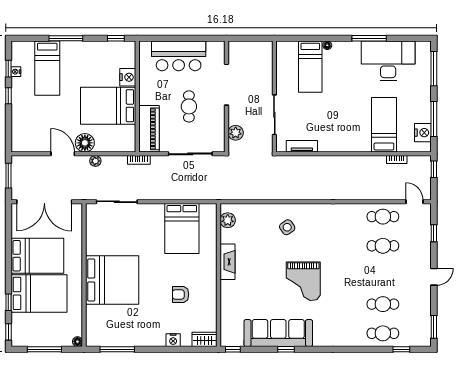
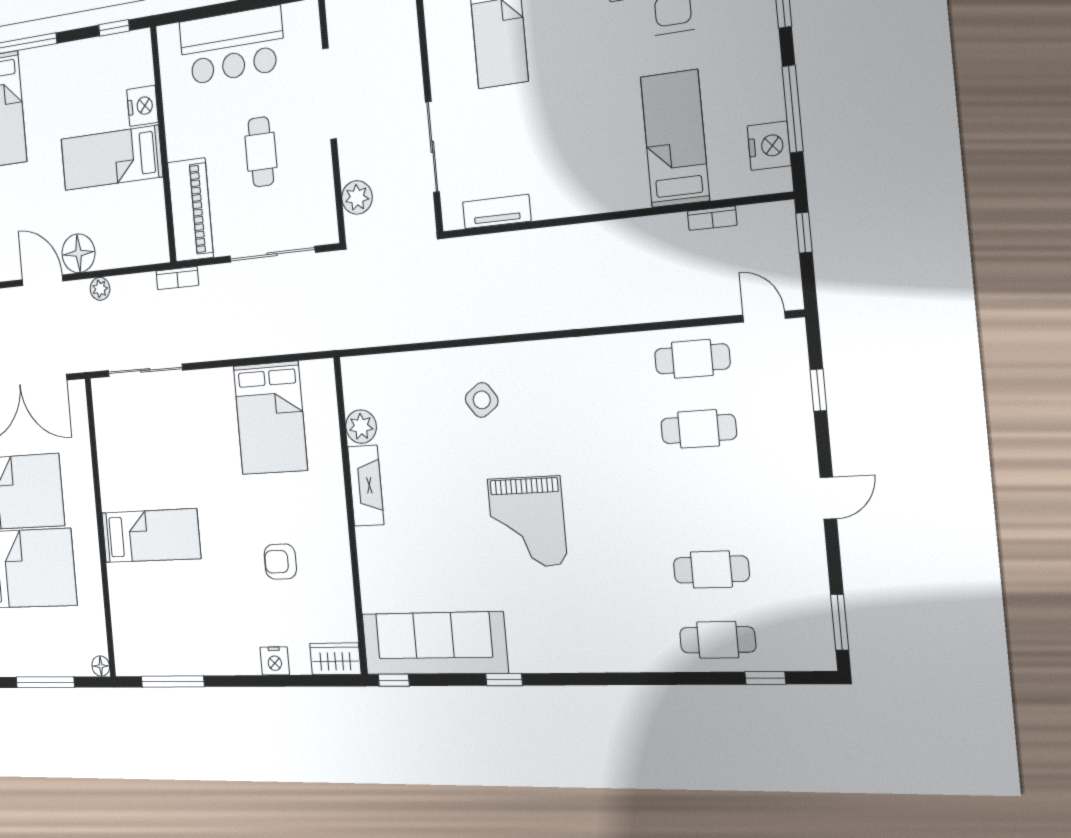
bed: (108, 106) -> (112, 158), width x0.67
plant: (228, 220) -> (361, 427), moved
bed: (112, 280) -> (151, 536), width x0.49
sofa: (278, 333) -> (434, 643), moved

